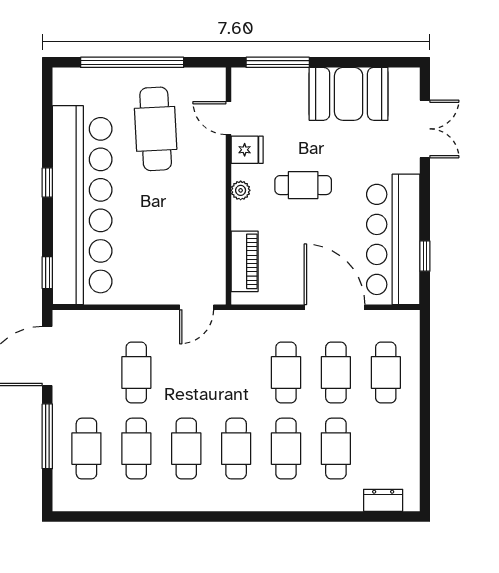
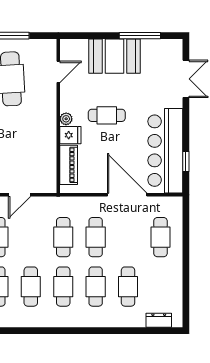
window: (278, 62) -> (140, 36), moved
booth: (349, 94) -> (115, 56), moved
door: (228, 118) -> (58, 72), swing flipped
fridge: (247, 150) -> (70, 135), moved
door: (197, 307) -> (19, 195), moved
cafe table: (336, 373) -> (63, 237), moved

